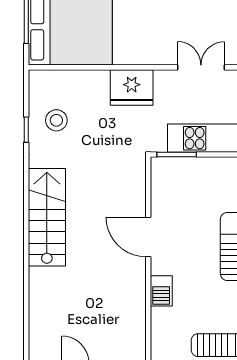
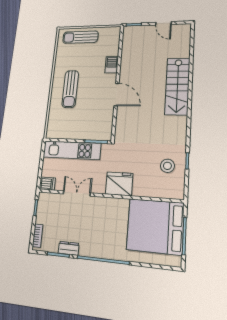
double door: (201, 67) -> (77, 193), swing flipped
stairs: (47, 217) -> (177, 86), moved

